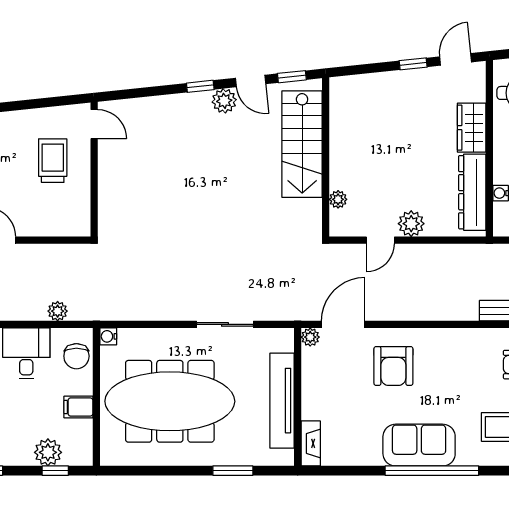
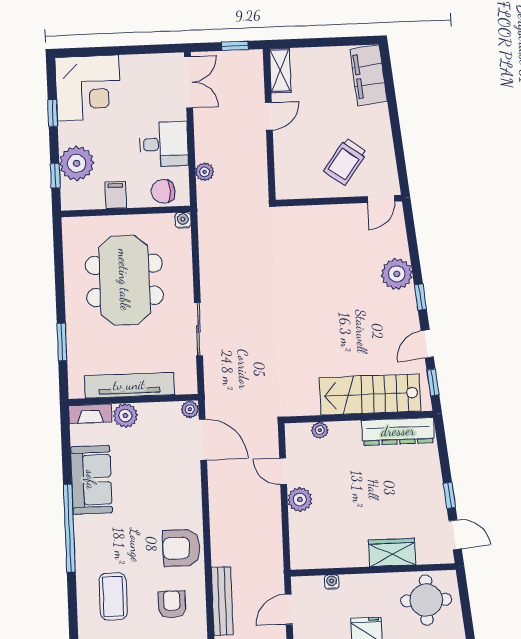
plant: (224, 101) -> (397, 274), moved, width x1.36, depth x1.36
trolley: (53, 161) -> (345, 162), turned 126
dresser: (472, 192) -> (398, 431), moved, turned 180
armchair: (393, 366) -> (181, 548), moved
meeting table: (170, 401) -> (124, 280), width x0.73
plant: (314, 406) -> (125, 415), added
sofa: (419, 445) -> (91, 480), moved
plant: (48, 452) -> (77, 163), width x1.36, depth x1.36

